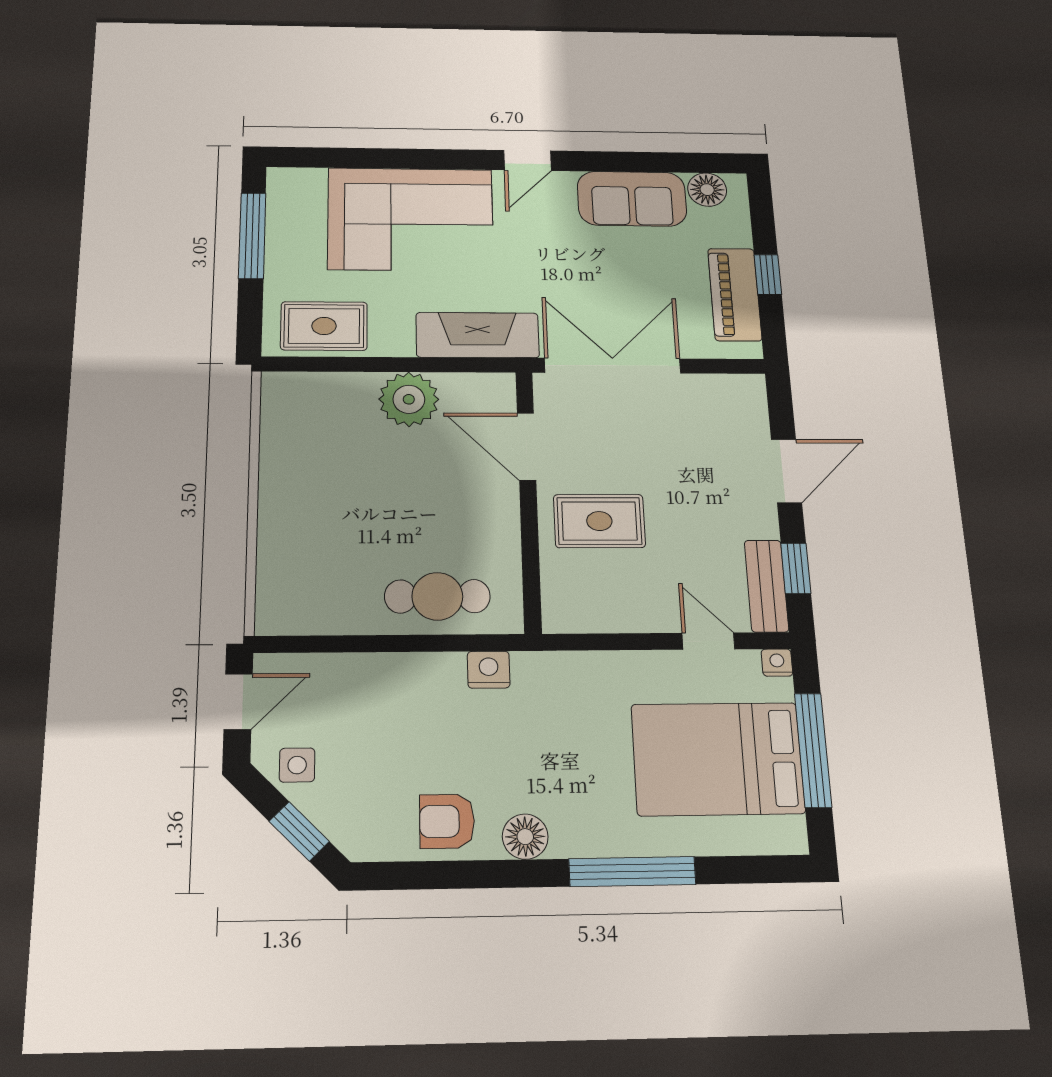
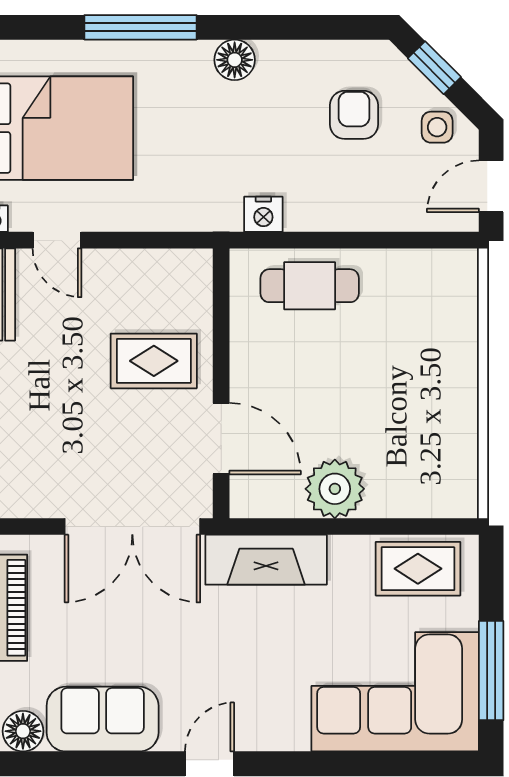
corner sofa: (411, 219) -> (395, 692), moved
armchair: (447, 821) -> (354, 115), moved, turned -90

